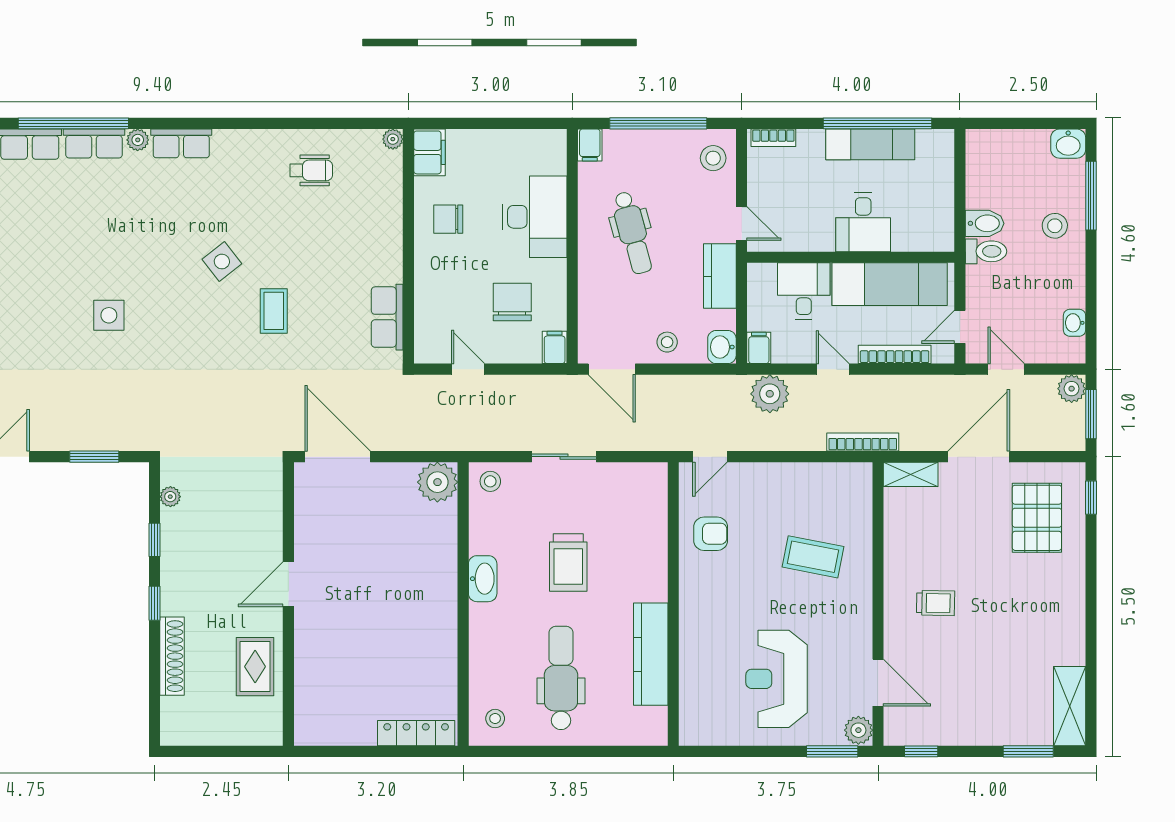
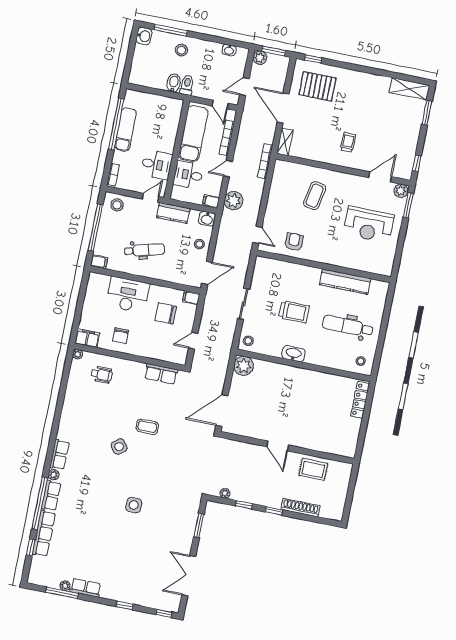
wheelchair: (311, 170) -> (102, 375), moved, turned 90
desk: (863, 222) -> (157, 165), moved

